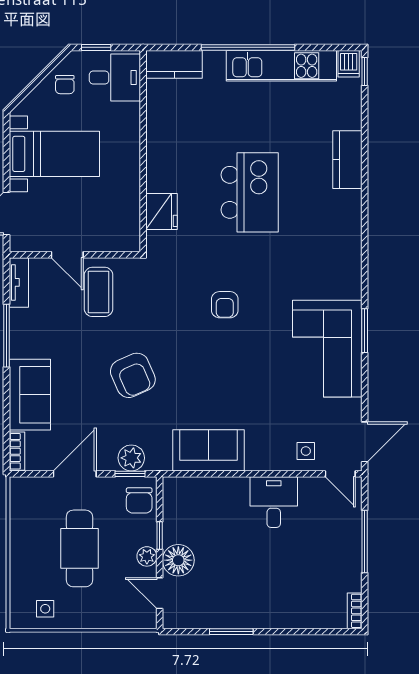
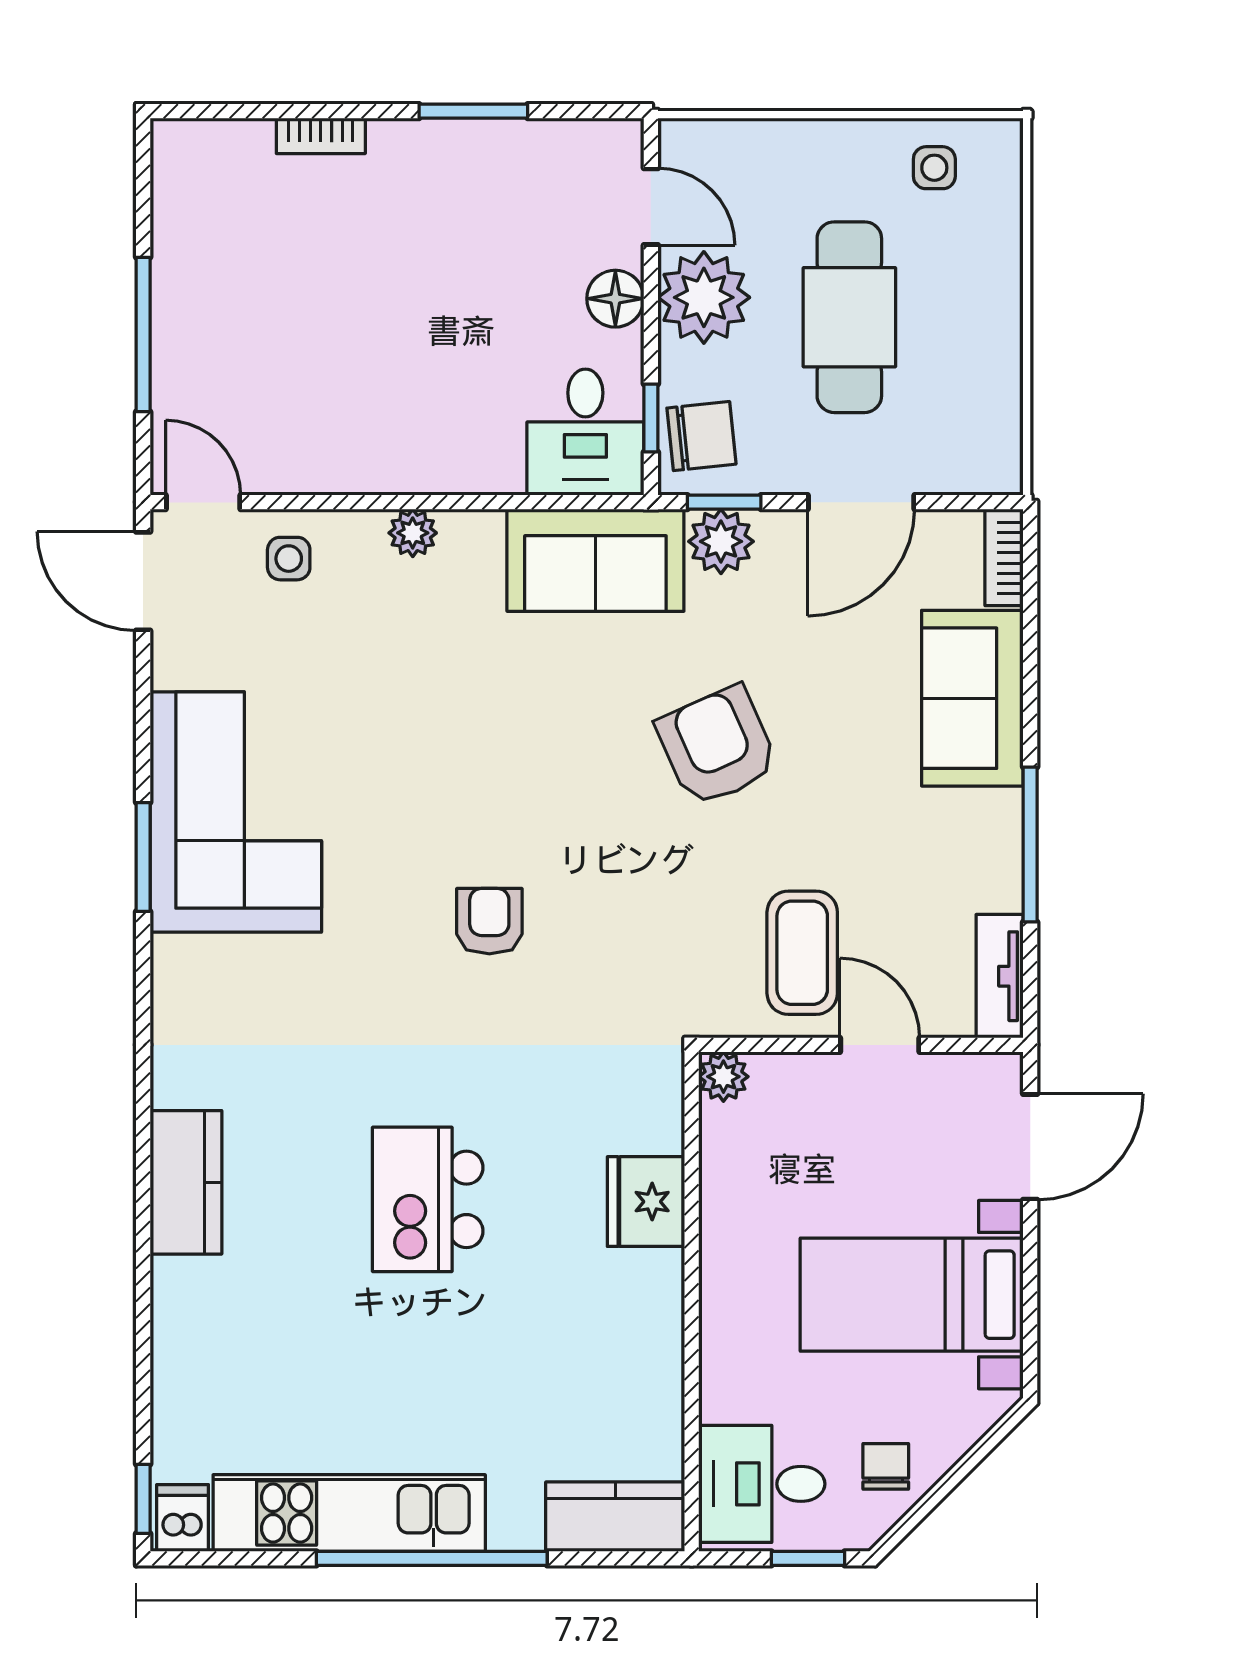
kitchen counter: (347, 160) -> (186, 1182), moved
kitchen island: (250, 192) -> (428, 1199), width x0.73, depth x0.78
fridge: (162, 211) -> (646, 1202), moved
plant: (130, 242) -> (723, 1077), added
door: (365, 442) -> (143, 581), hinge flipped
sofa: (208, 450) -> (595, 560), moved
plant: (256, 461) -> (413, 533), added
chair: (139, 500) -> (701, 436), turned 84
desk: (274, 502) -> (585, 432), moved
window: (160, 536) -> (651, 418), moved
plant: (147, 556) -> (704, 297), width x1.87, depth x1.87
floor lamp: (178, 560) -> (615, 299), width x0.73, depth x0.73
bookcase: (355, 611) -> (321, 136), moved, turned 90

